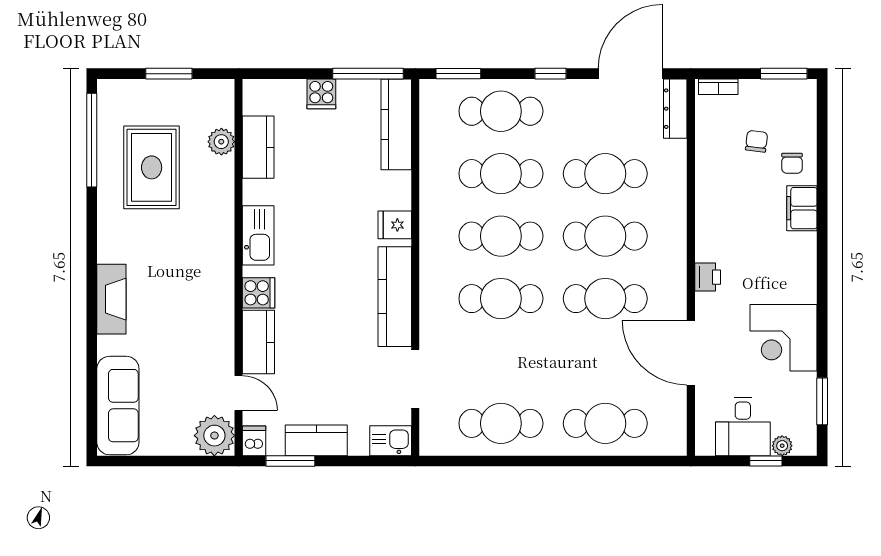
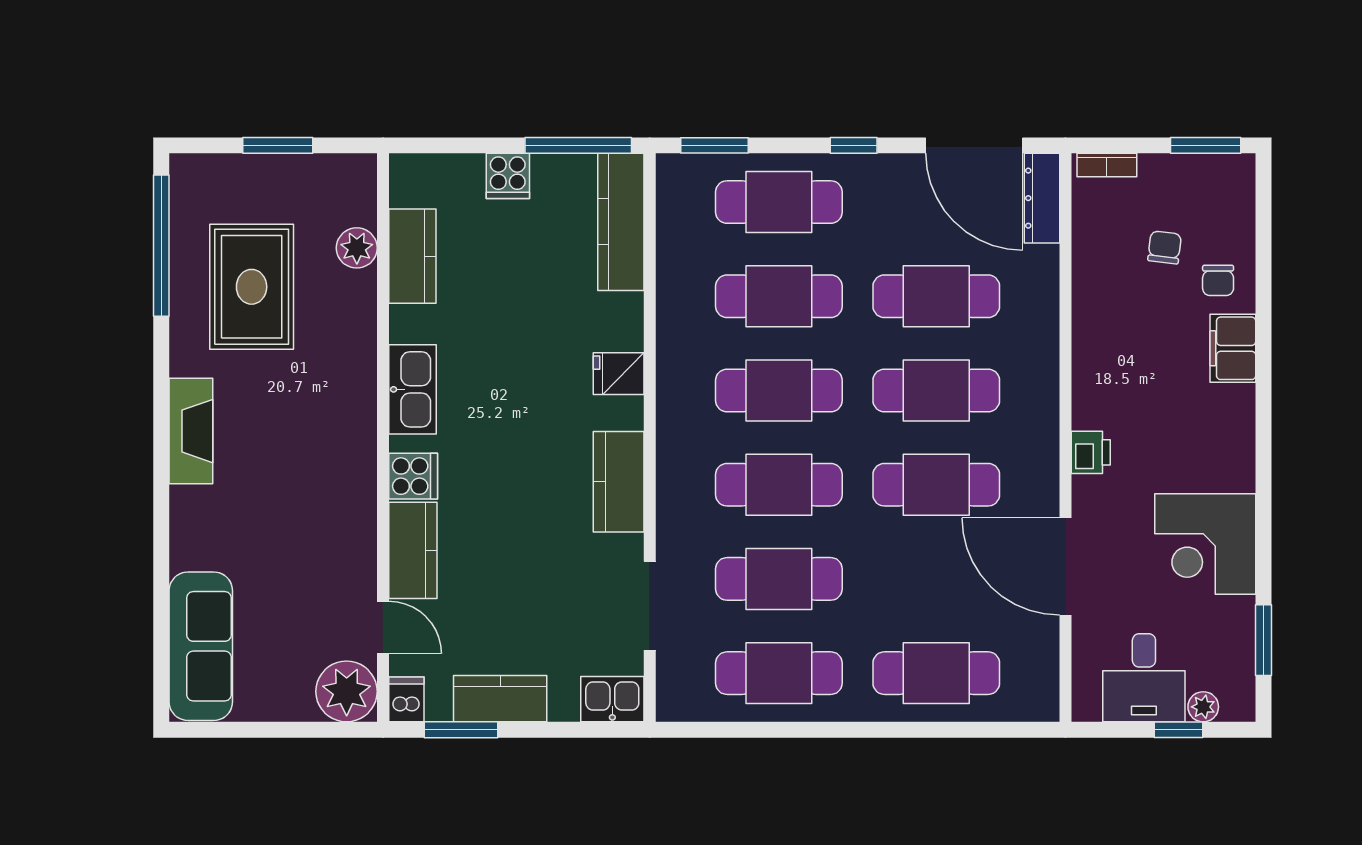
door: (630, 74) -> (974, 145), swing flipped
kitchen counter: (395, 297) -> (619, 482), width x0.67
fireplace: (111, 299) -> (191, 431), moved
cafe table: (501, 361) -> (779, 579), added

